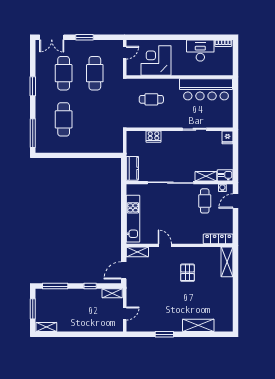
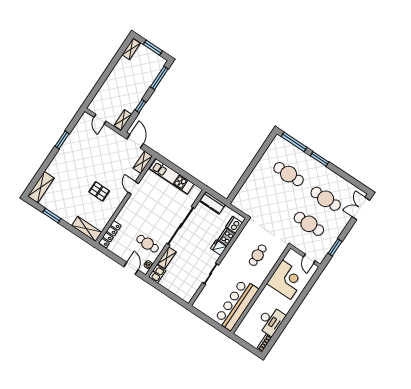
window: (84, 37) -> (335, 247), moved
window: (33, 86) -> (320, 159), moved
dishwasher: (139, 137) -> (234, 225), added
fridge: (227, 137) -> (219, 248), moved
door: (165, 245) -> (133, 188), swing flipped
window: (236, 300) -> (52, 216), added
shelving: (198, 325) -> (41, 187), moved

